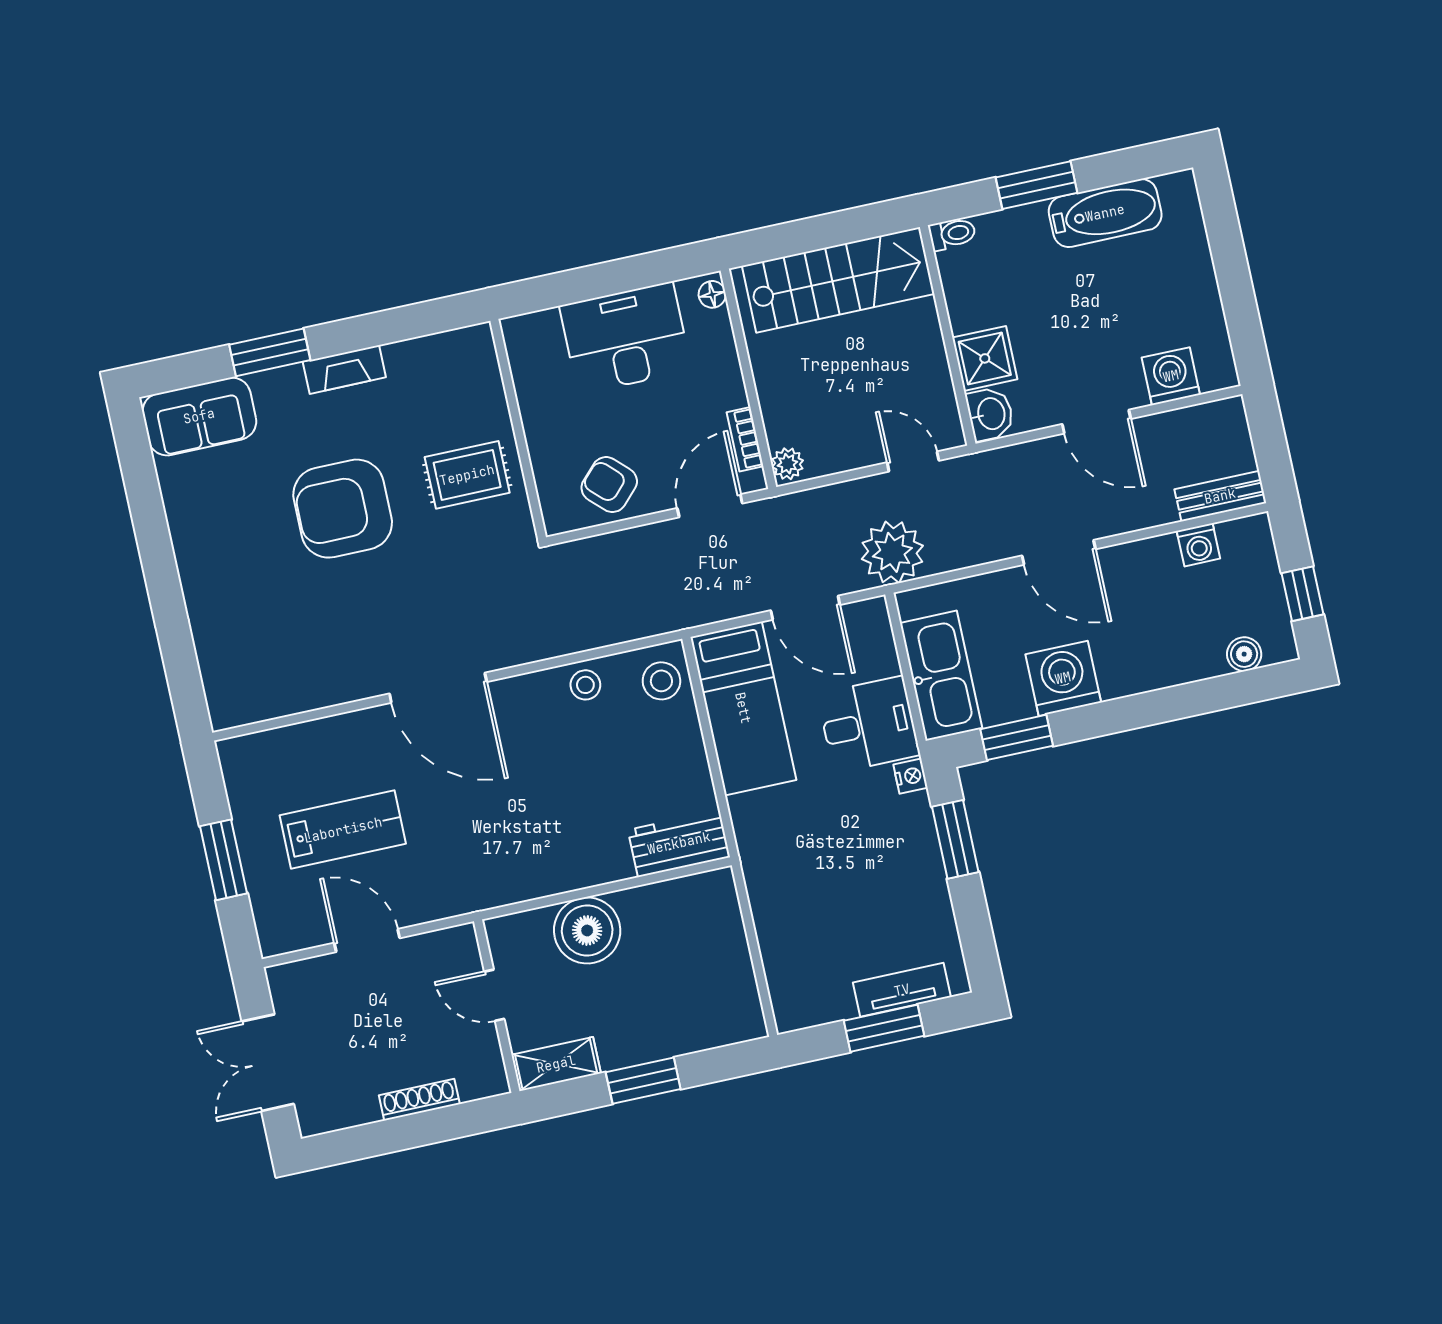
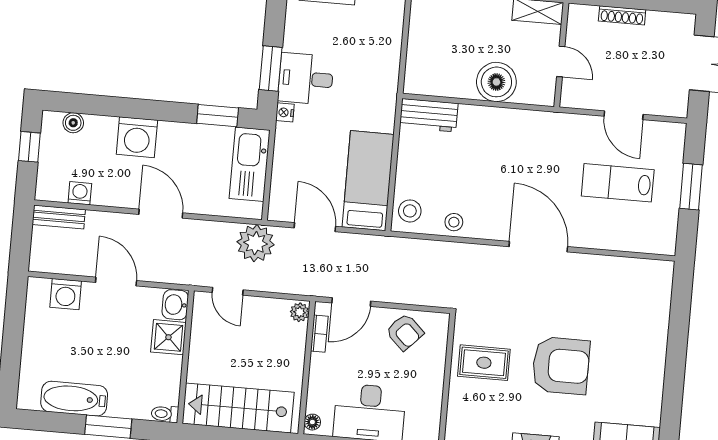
washing machine: (1063, 678) -> (137, 137), moved
desk: (869, 725) -> (306, 79), moved

